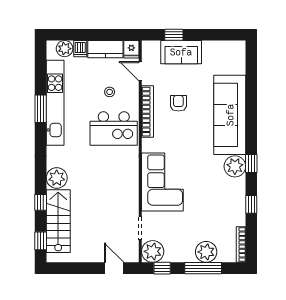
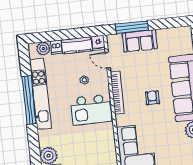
window: (174, 35) -> (132, 27), width x2.17
armchair: (178, 103) -> (152, 98), moved
window: (41, 109) -> (29, 100), width x2.11

